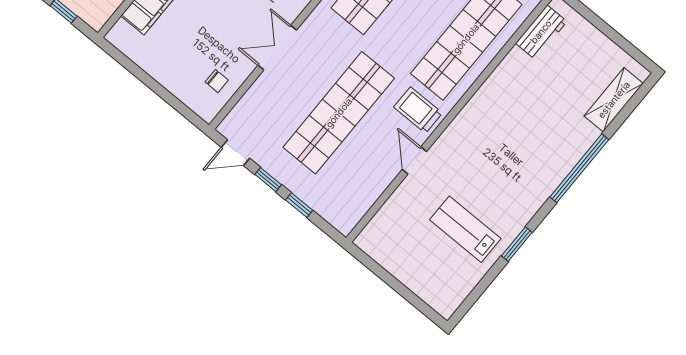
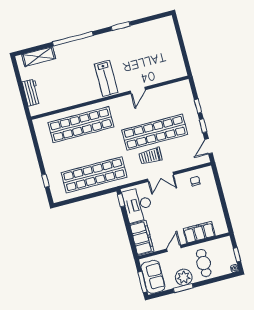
workbench: (541, 32) -> (31, 93), moved, turned 90
trolley: (418, 110) -> (150, 156), moved, turned 90
door: (236, 153) -> (208, 146), swing flipped
lab bench: (465, 229) -> (106, 78), moved

